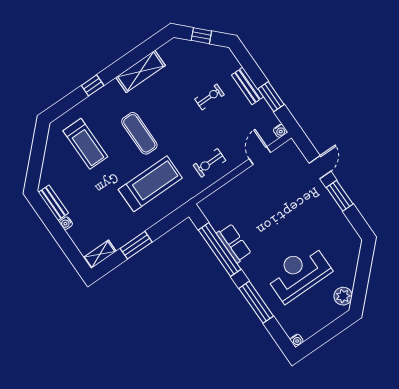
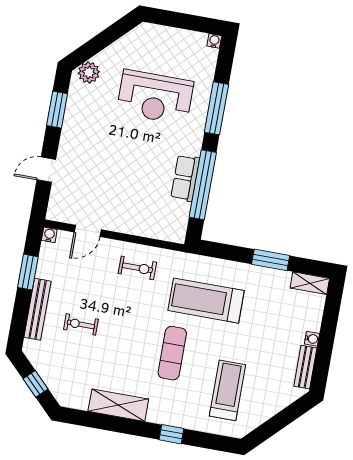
bench: (247, 86) -> (38, 309), width x1.36
window: (340, 196) -> (57, 110), moved
plant: (343, 296) -> (89, 72), moved

